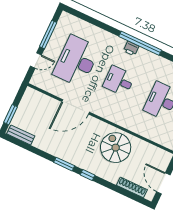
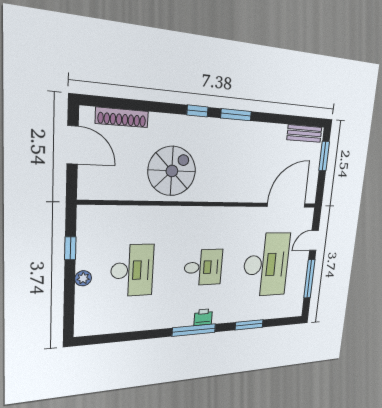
window: (103, 26) -> (249, 325), added
window: (140, 43) -> (194, 330), width x0.68
door: (76, 107) -> (286, 205), moved
spiral stairs: (116, 148) -> (172, 171), turned -90

